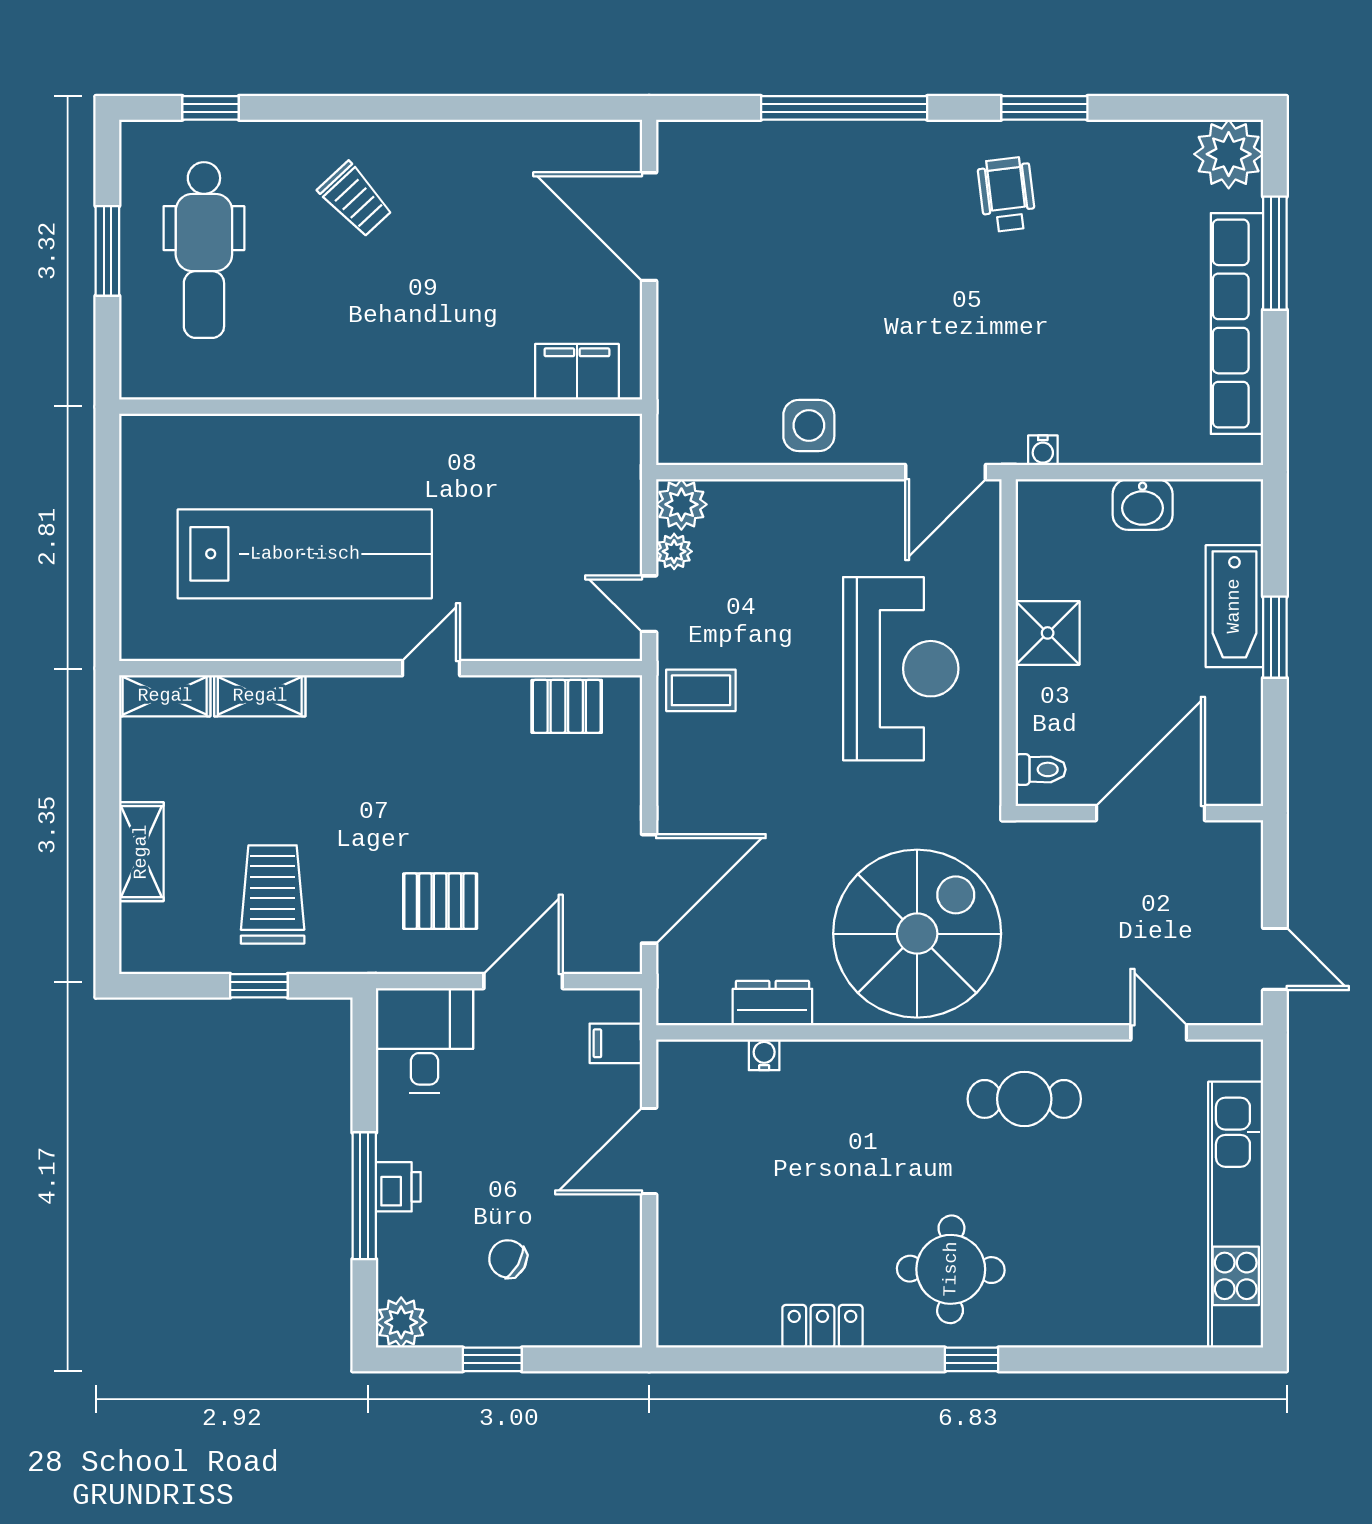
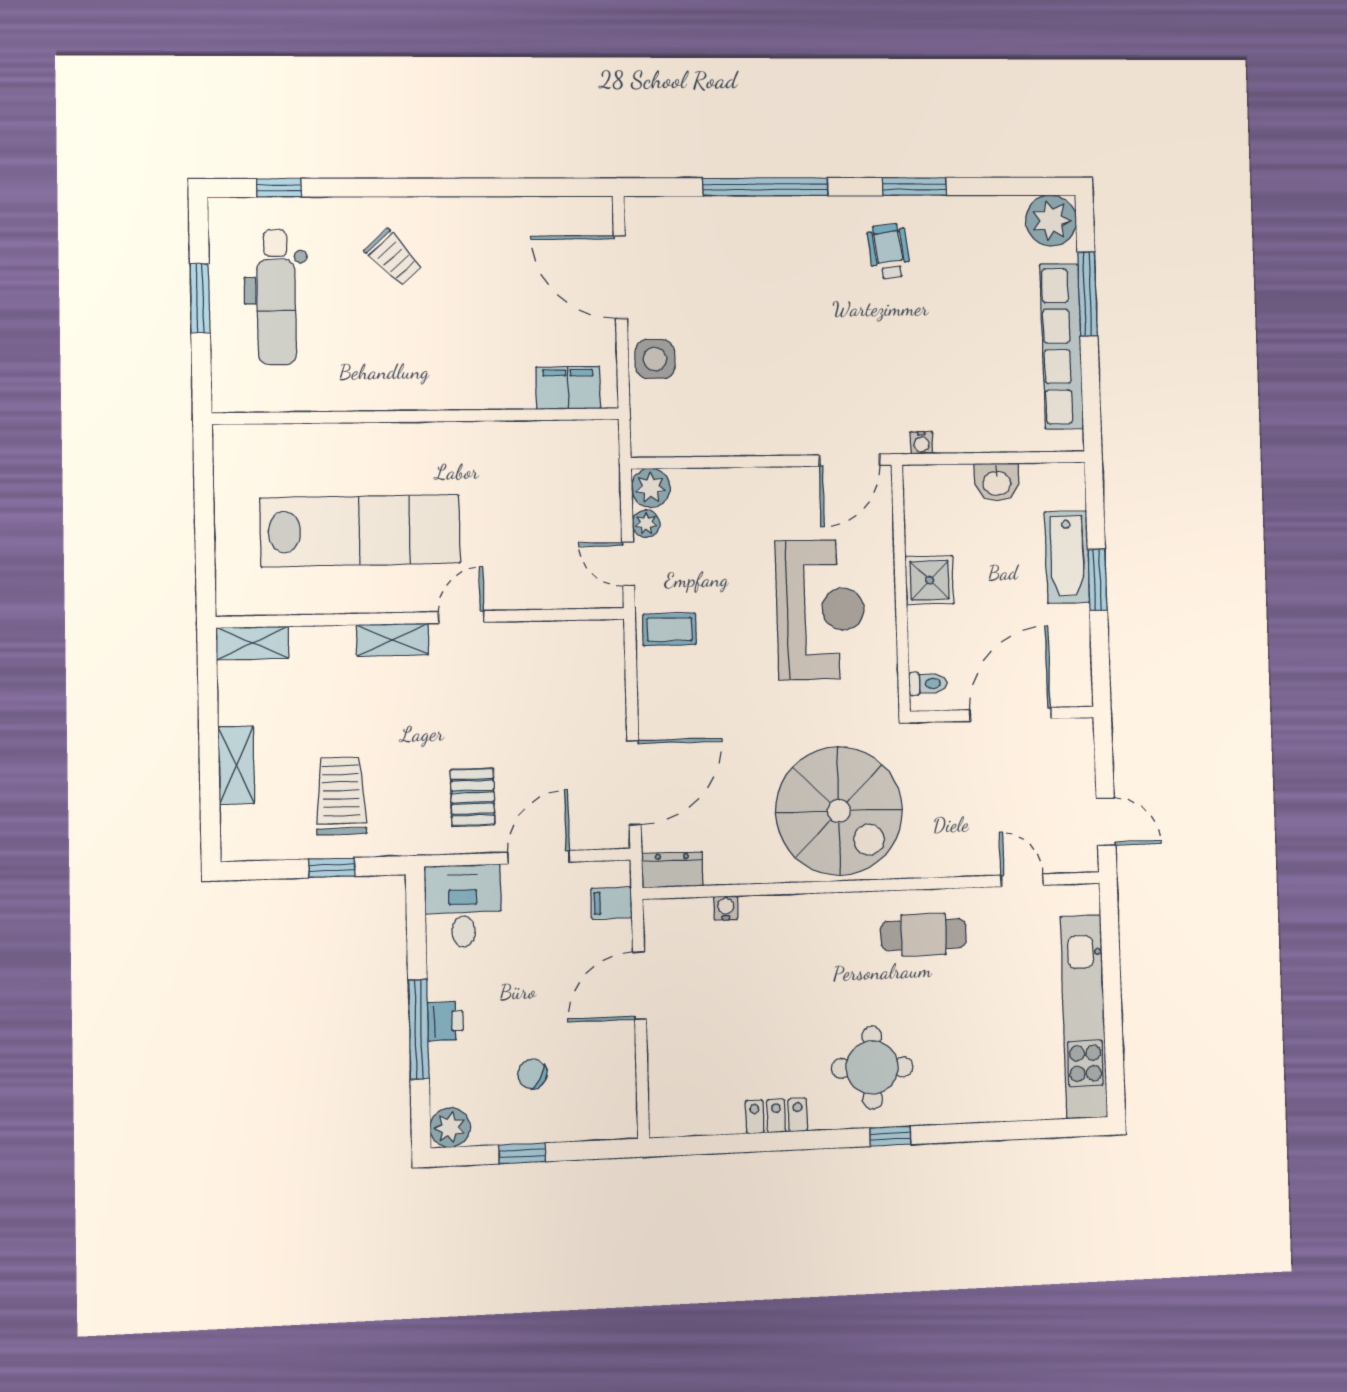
side table: (809, 425) -> (655, 359), moved
shelving: (260, 696) -> (392, 640), moved
pallet: (567, 706) -> (567, 644), removed
pallet: (440, 901) -> (473, 797), turned 90
spiral stairs: (917, 934) -> (839, 811), turned 90
dresser: (772, 1003) -> (672, 870), moved

